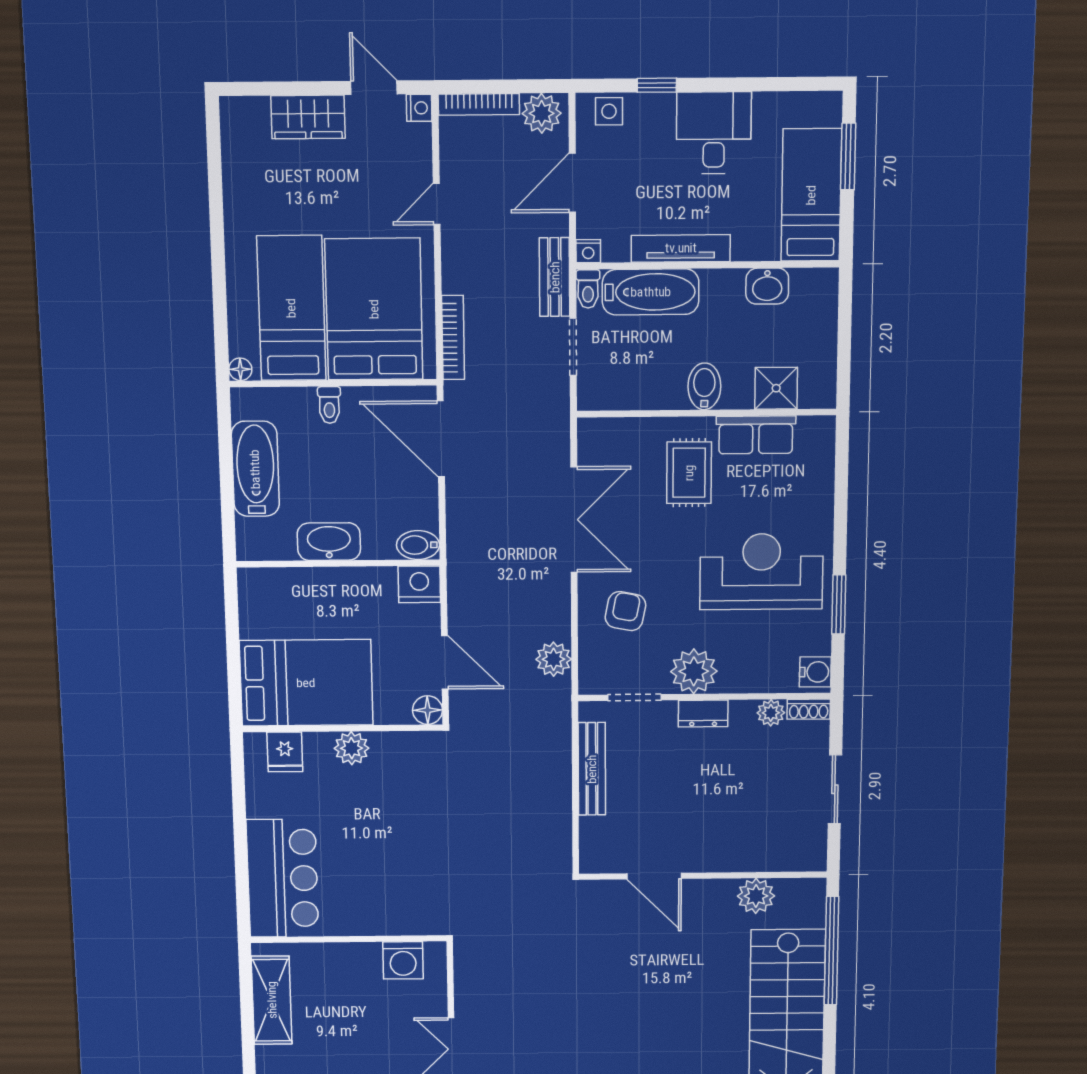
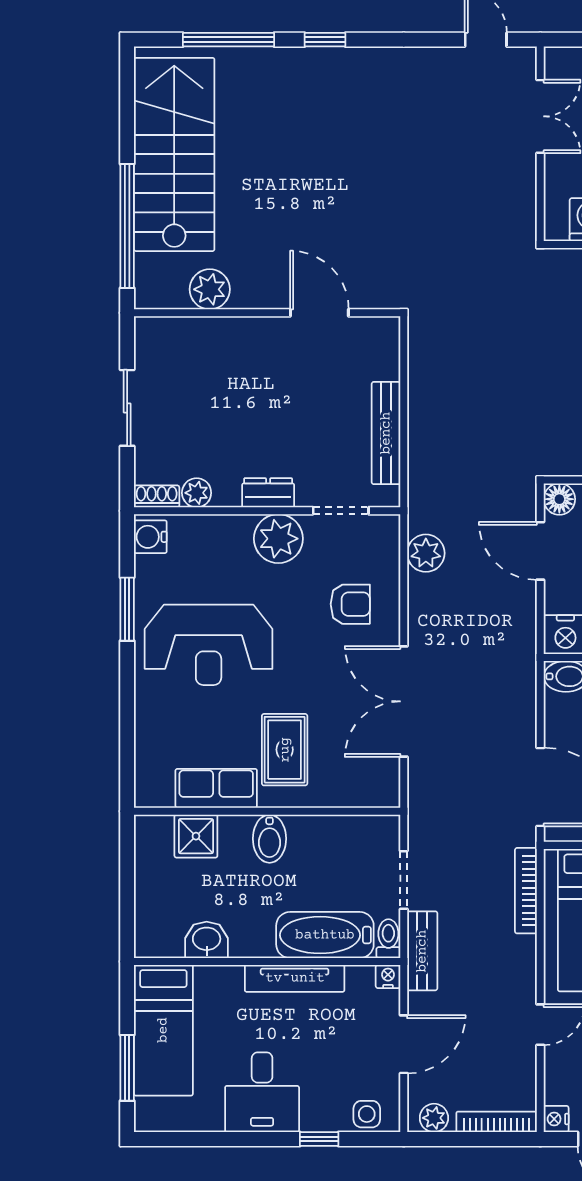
plant: (542, 113) -> (434, 1118), width x0.73, depth x0.73
armchair: (625, 611) -> (350, 604), turned -101

